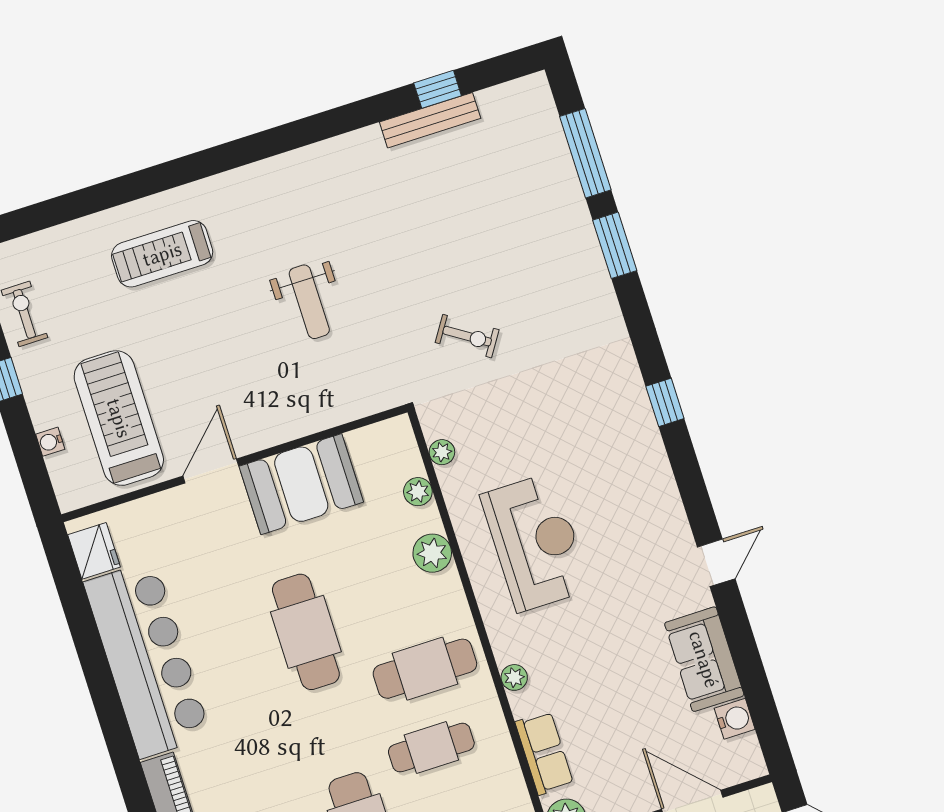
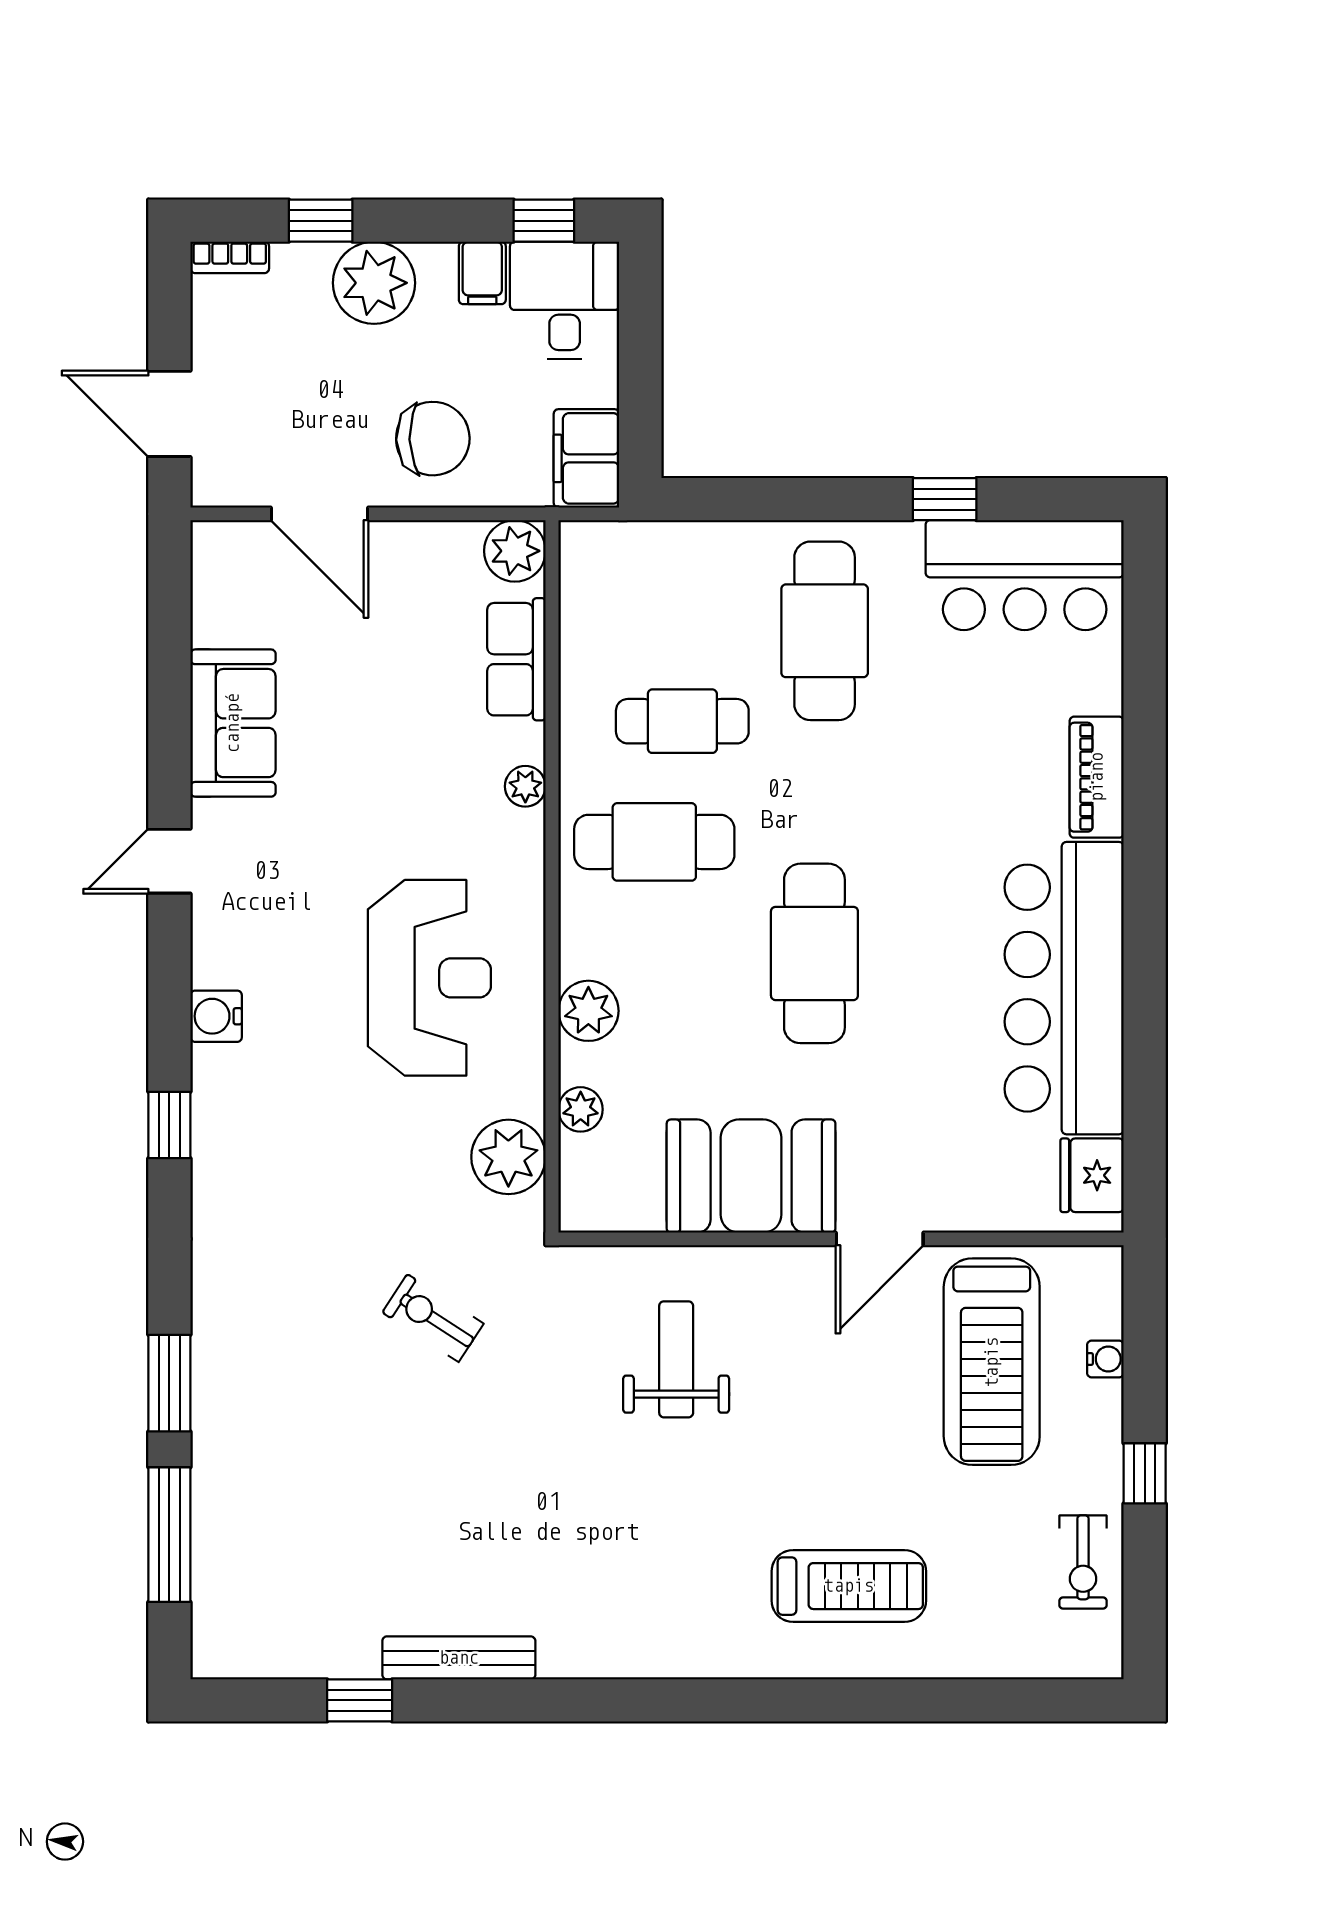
bench: (430, 120) -> (459, 1658), moved
weight bench: (309, 302) -> (676, 1359), moved
plant: (442, 452) -> (508, 1157), width x1.88, depth x1.88
reception desk: (535, 542) -> (429, 978), turned 180
water cooler: (735, 719) -> (216, 1016), moved

